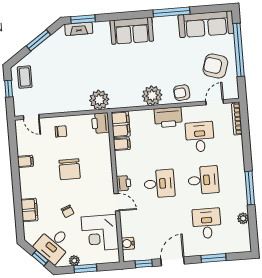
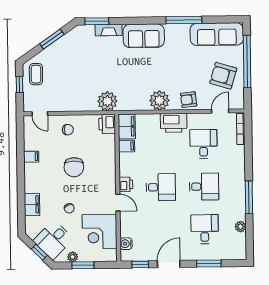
fireplace: (79, 29) -> (109, 30), moved

